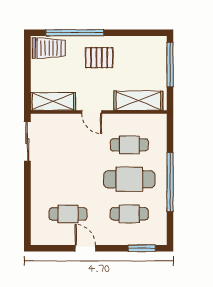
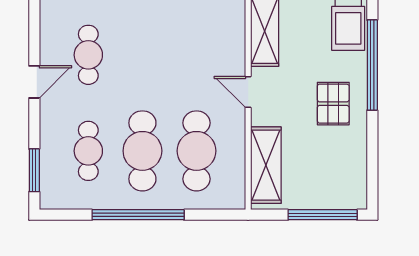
door: (92, 112) -> (248, 92), hinge flipped
cafe table: (129, 145) -> (197, 151), width x1.37, depth x1.35

